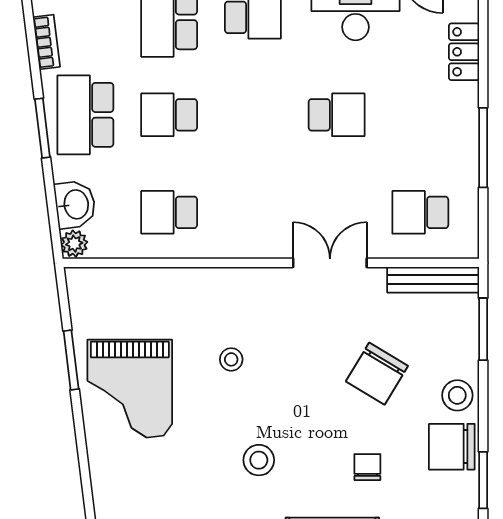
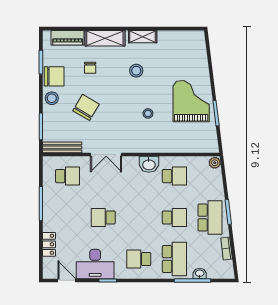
washbasin: (75, 205) -> (149, 164), moved, turned -83

